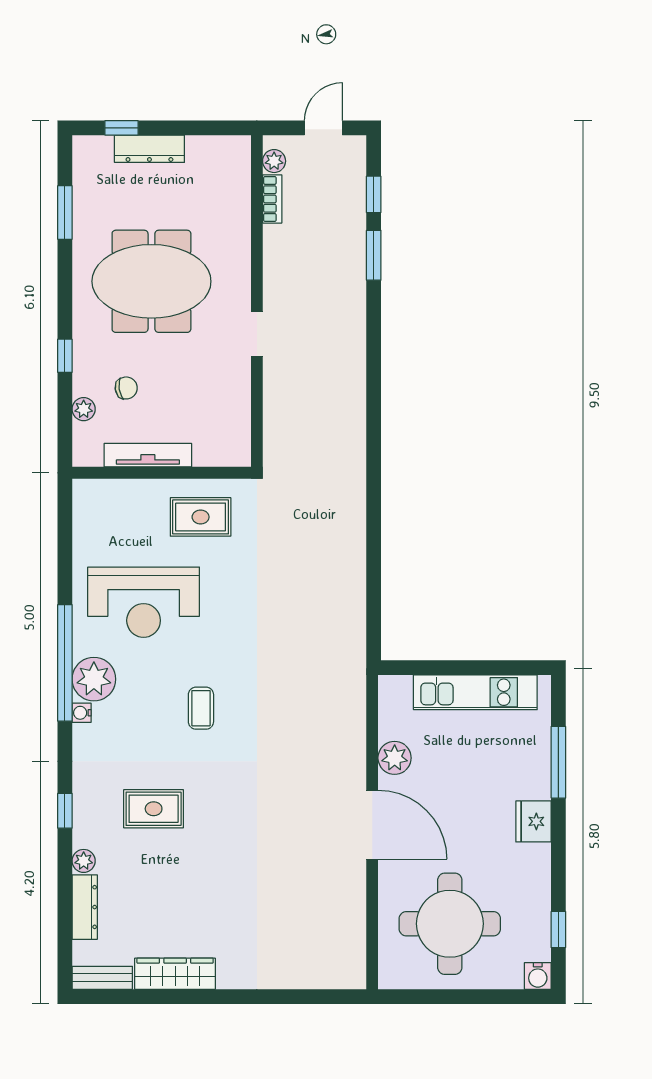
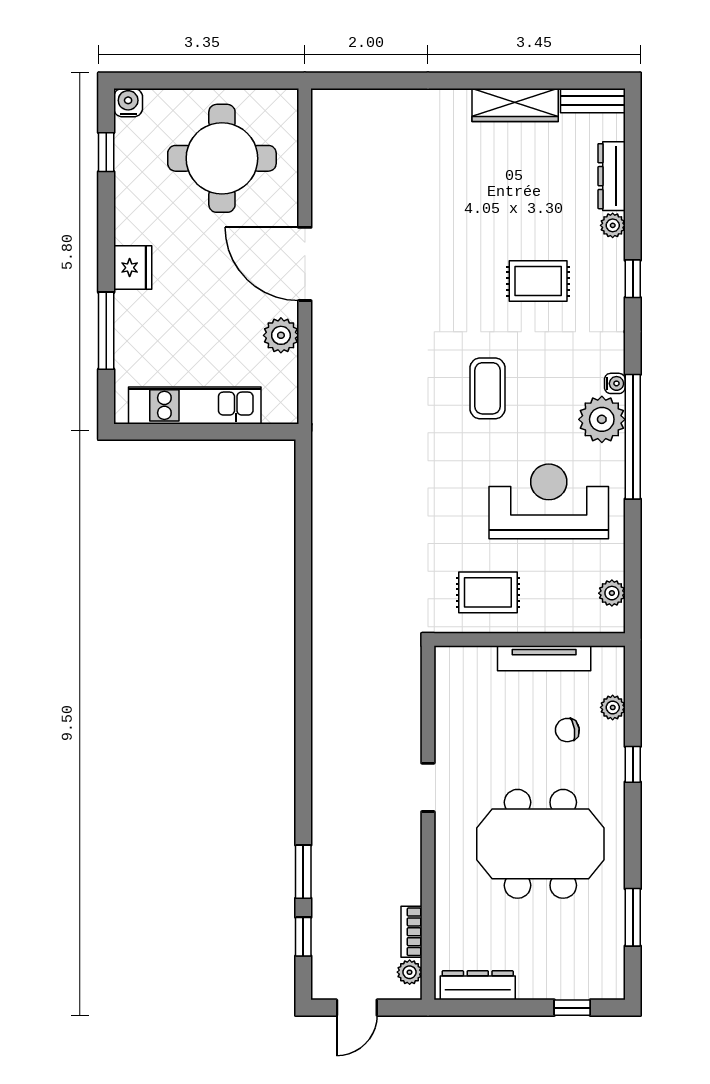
dresser: (149, 149) -> (478, 985), moved
plant: (84, 516) -> (612, 593), added
coffee table: (201, 708) -> (488, 388), width x1.36, depth x1.30

